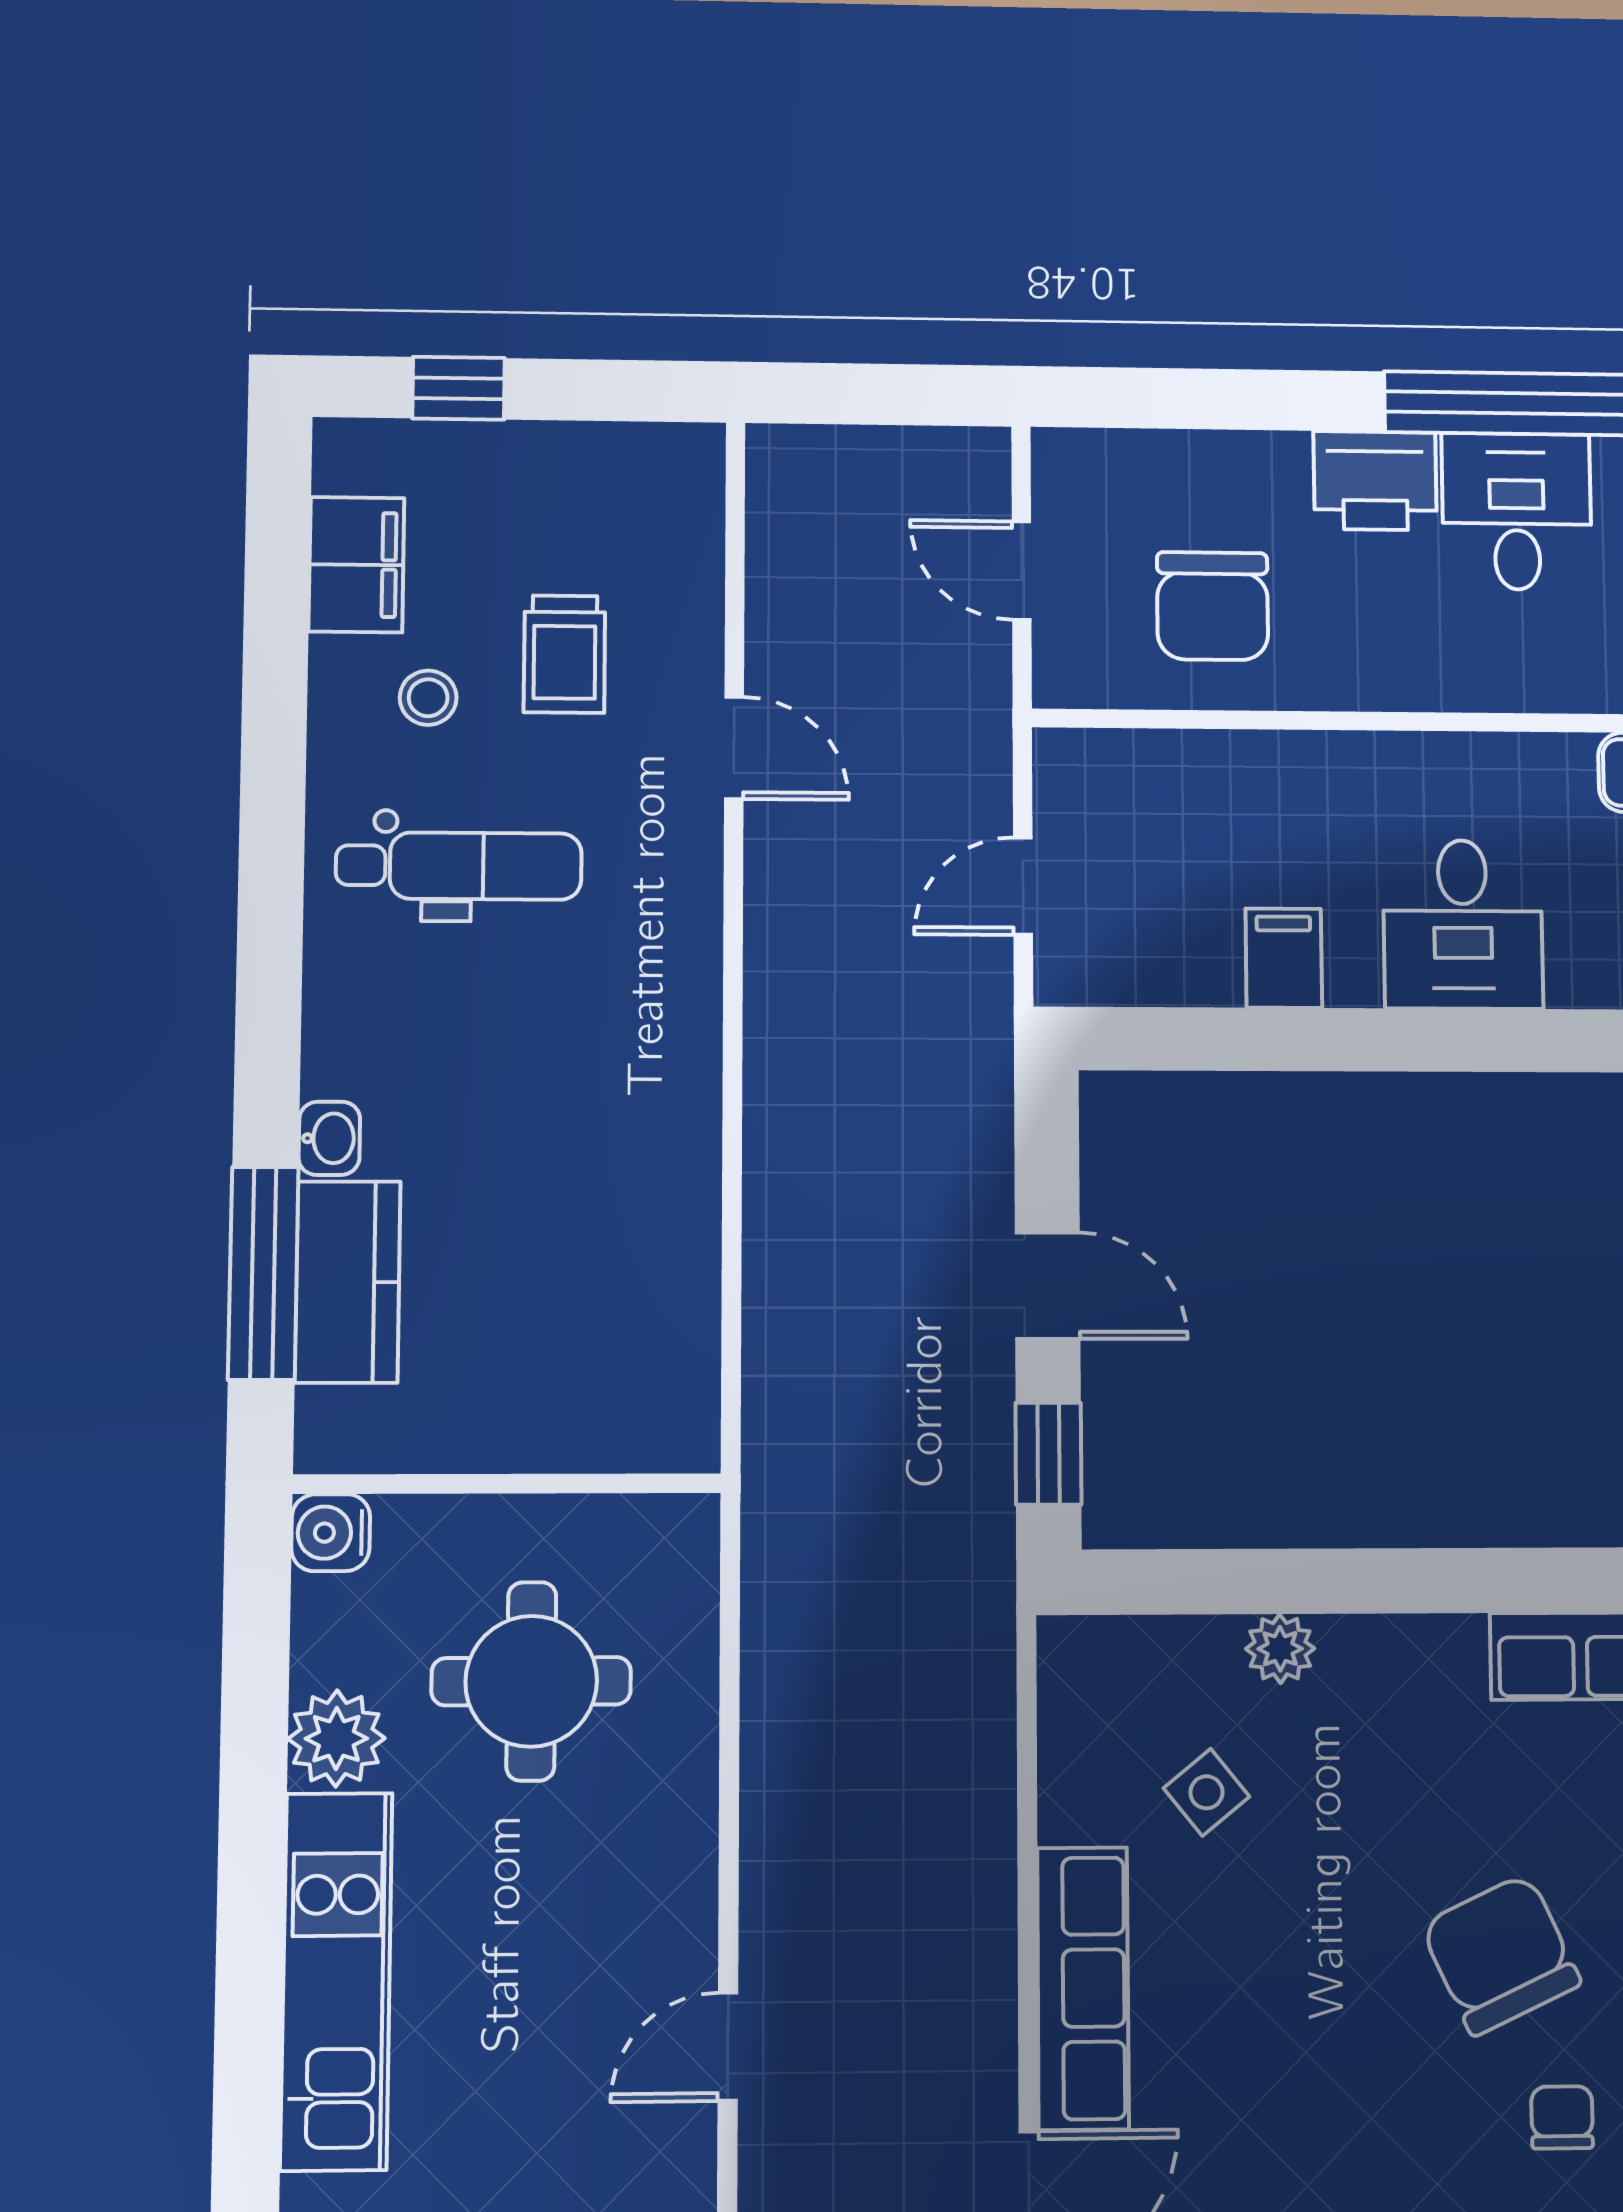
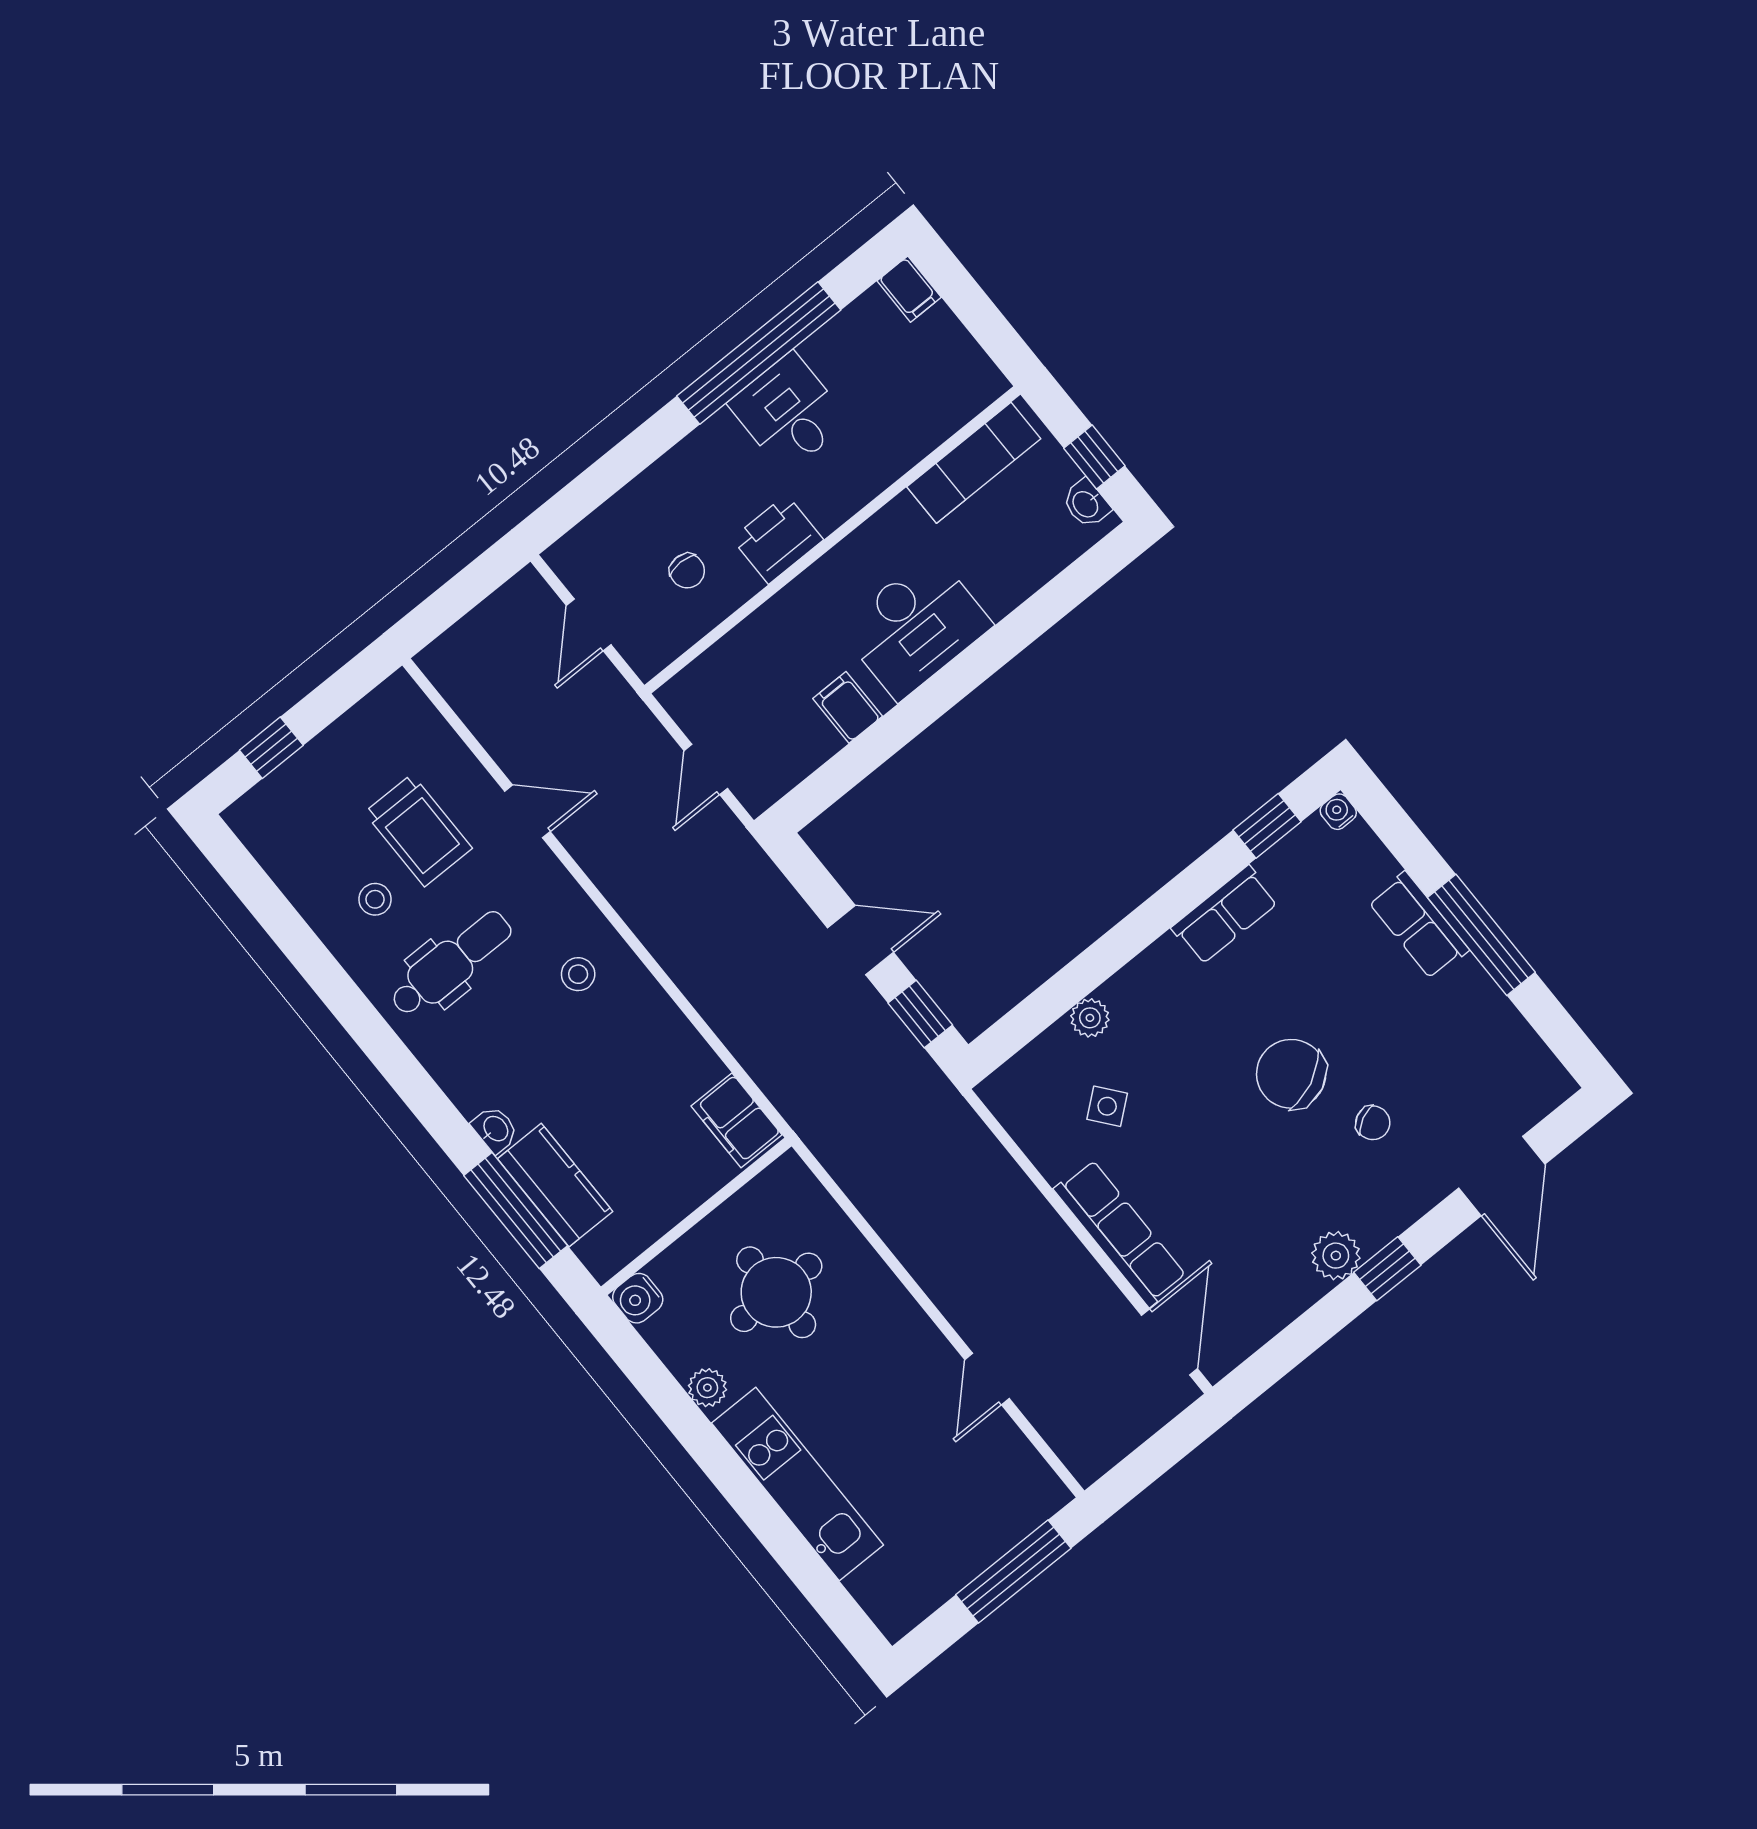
printer: (1375, 481) -> (778, 539), moved, turned 180
filing cabinet: (356, 565) -> (736, 1120), moved, turned 180
door: (1022, 571) -> (589, 625), hinge flipped
chair: (1213, 606) -> (687, 571), width x0.54, depth x0.54
trolley: (564, 654) -> (418, 830), width x1.36, depth x1.39
desk: (1463, 924) -> (915, 626), width x1.37
stool: (621, 1020) -> (578, 974), added
plant: (336, 1738) -> (707, 1388), width x0.73, depth x0.73
chair: (1562, 2117) -> (1373, 1123), turned 153

